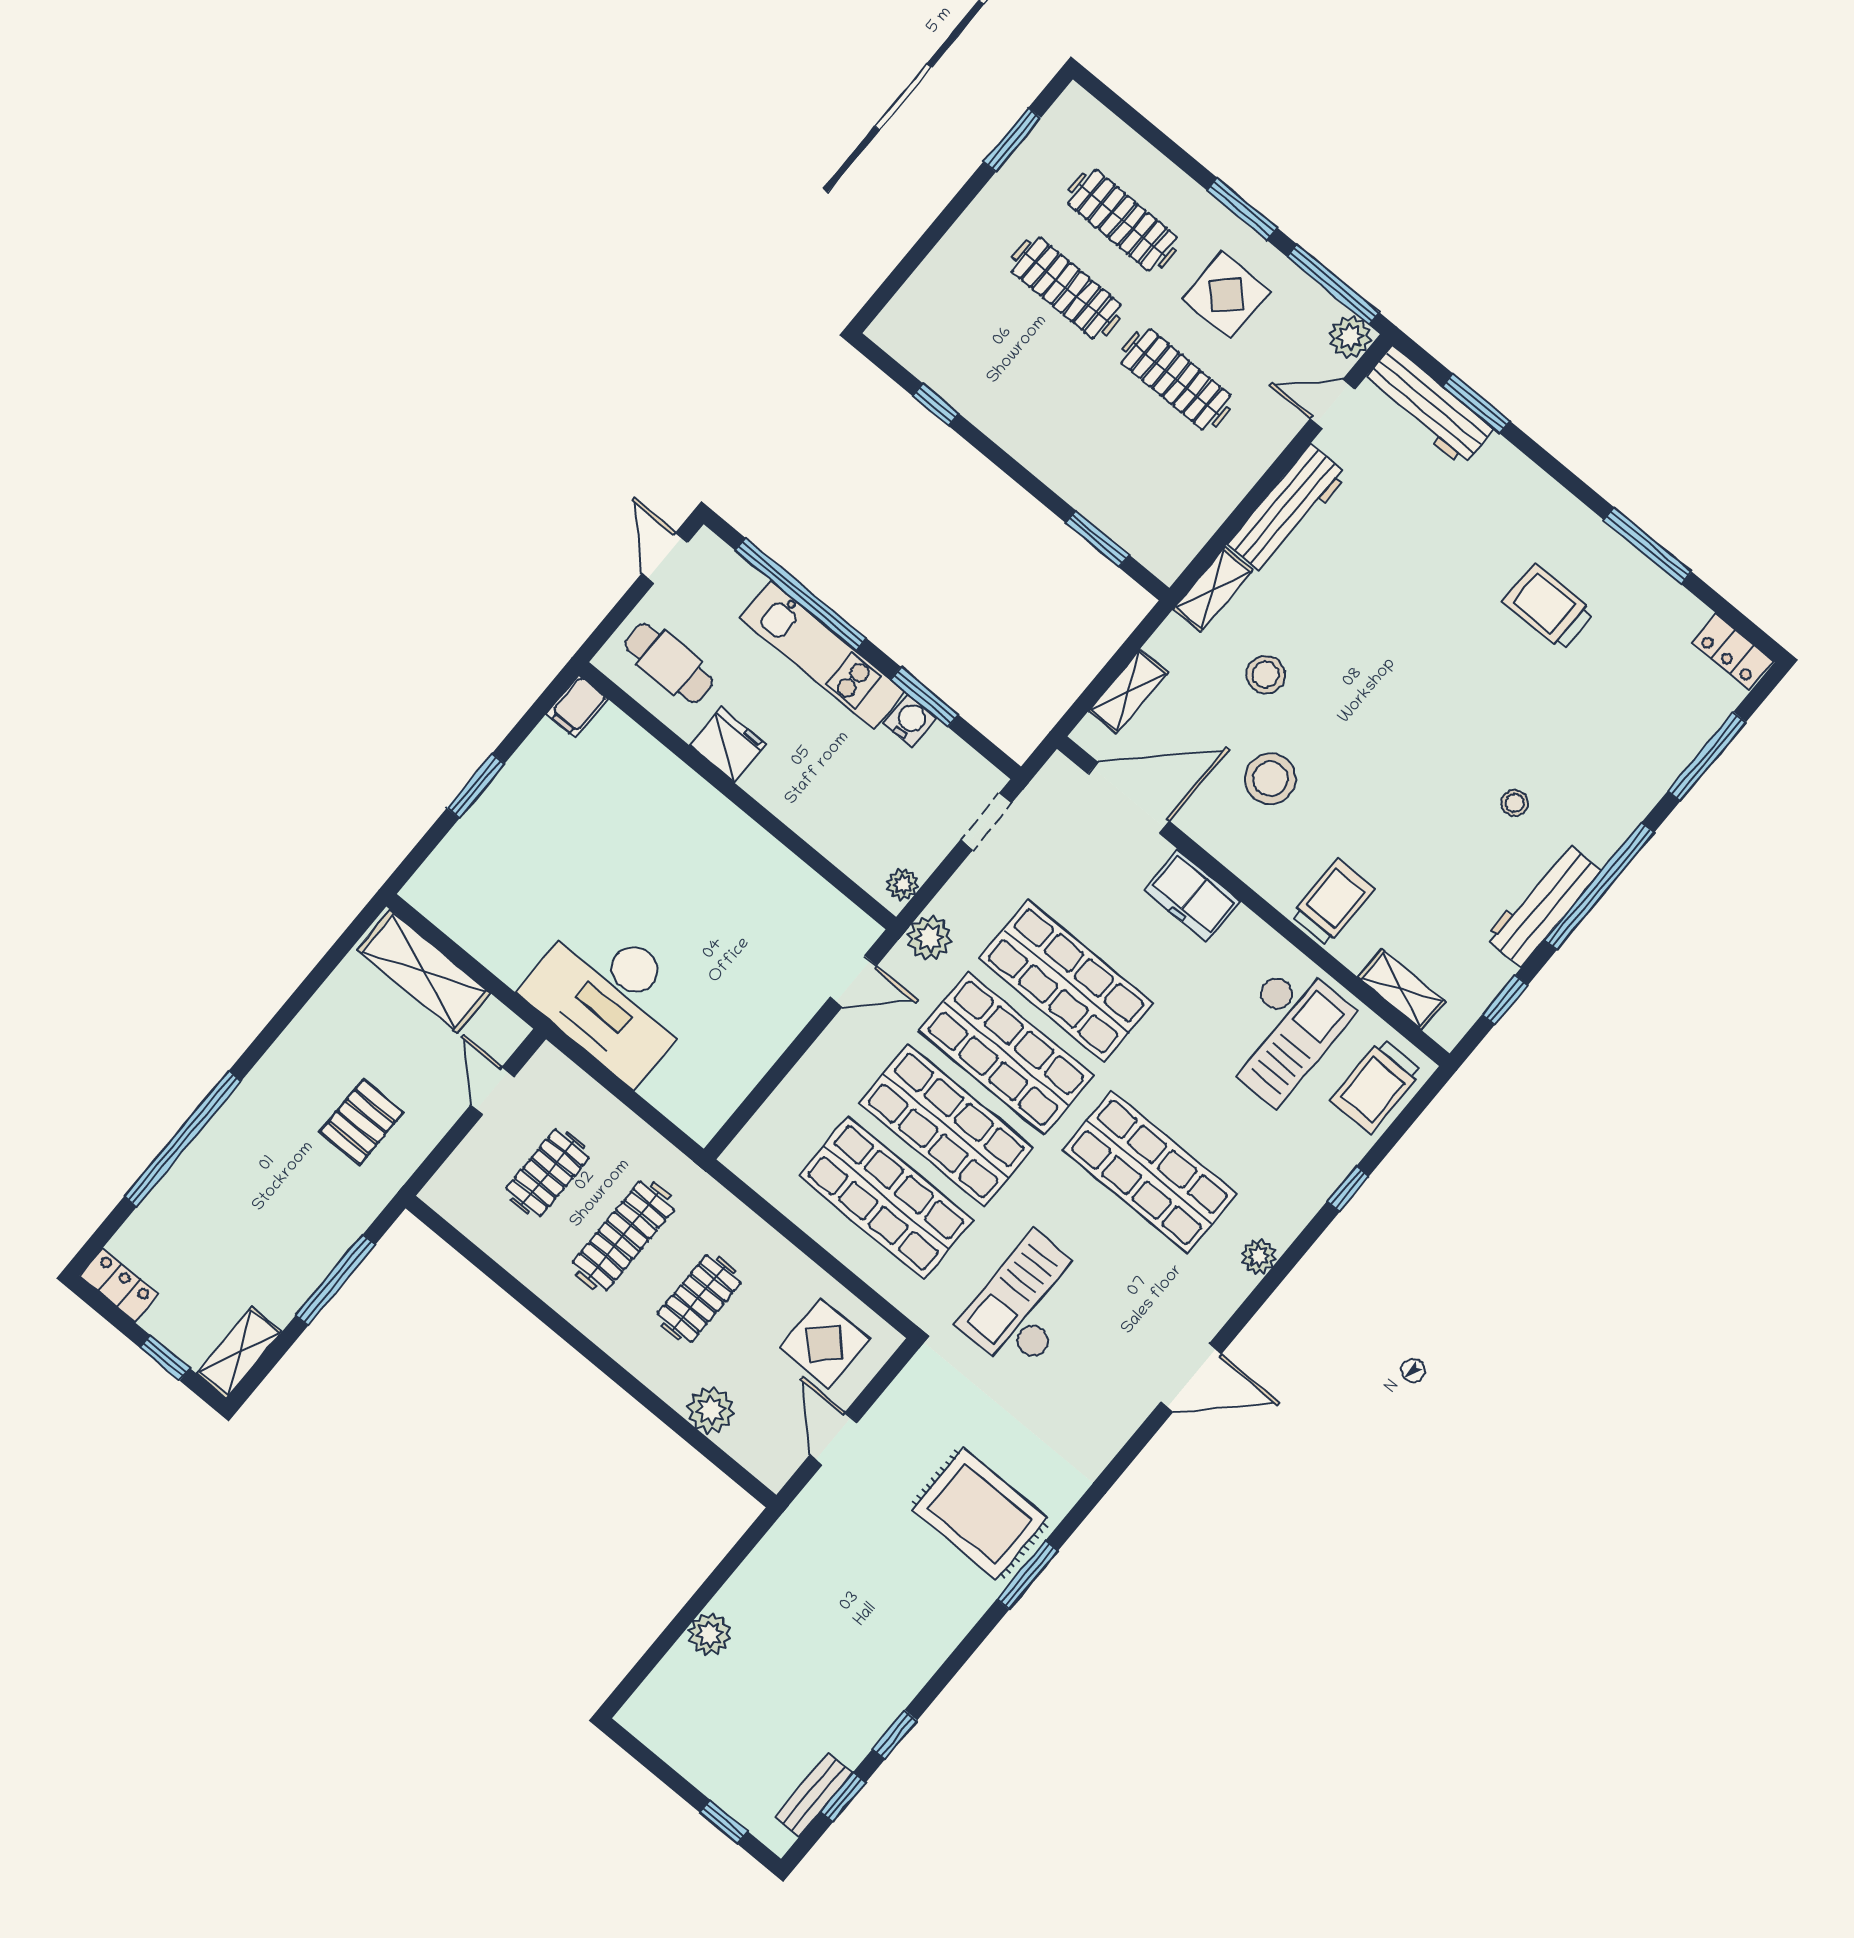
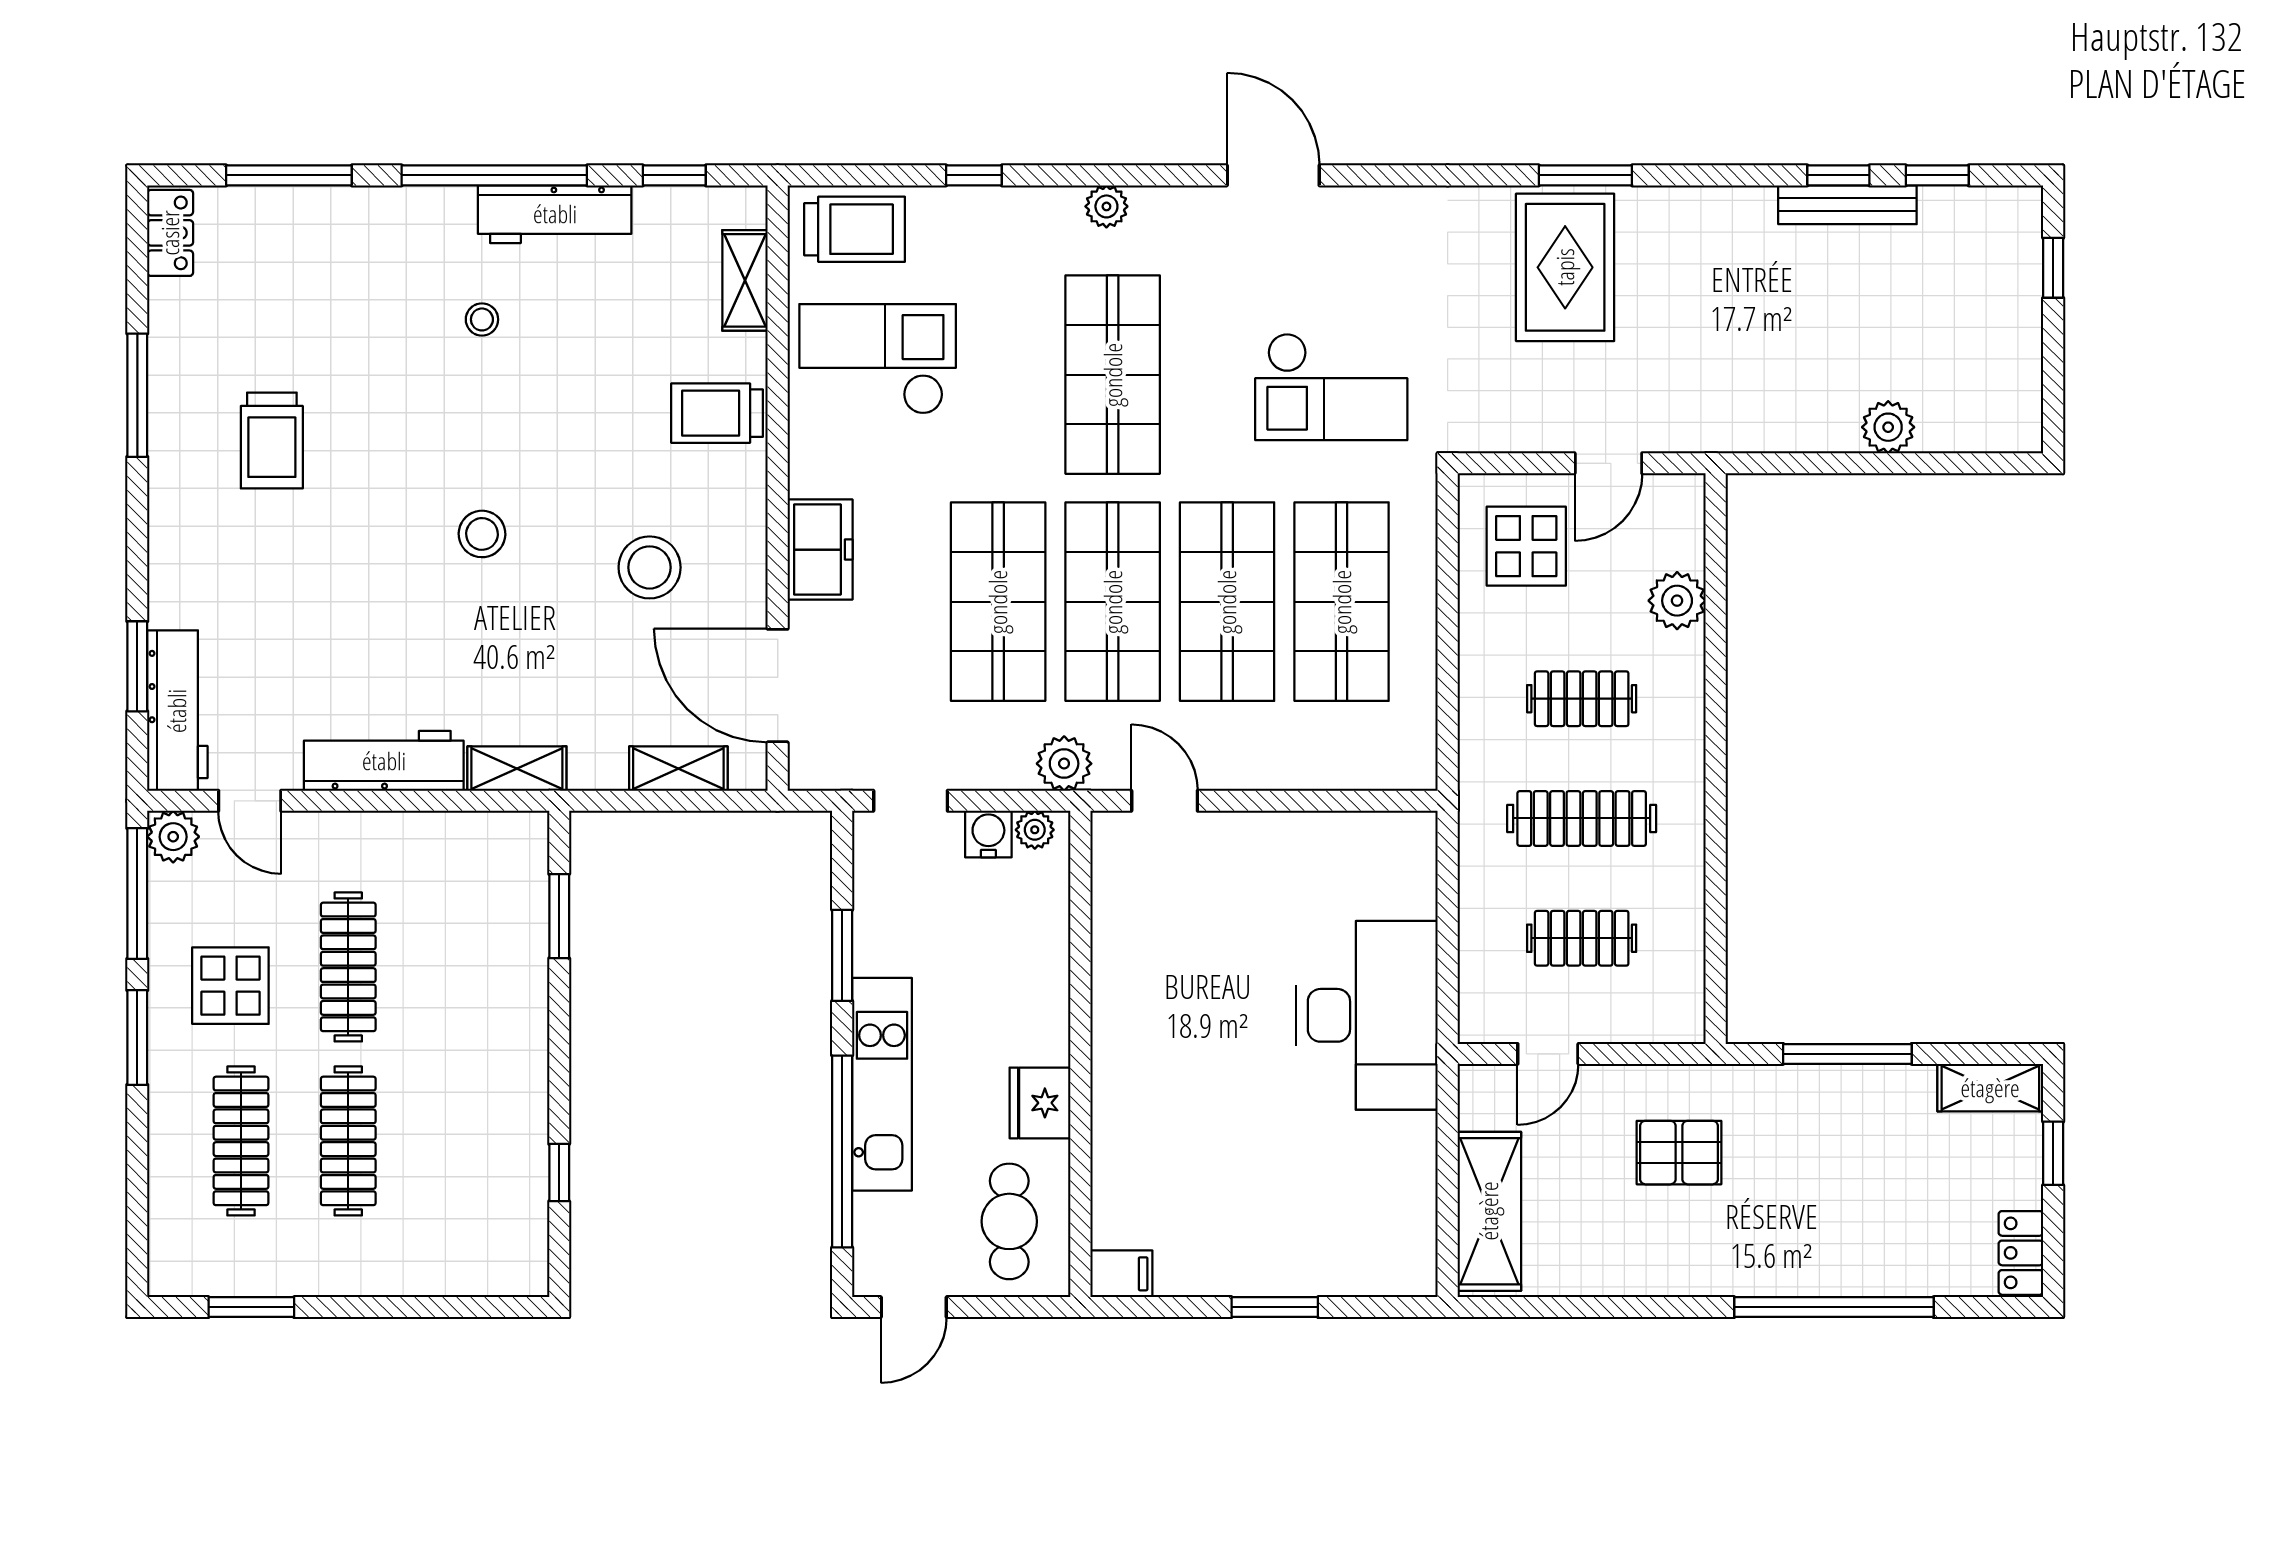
stool: (1266, 675) -> (482, 534), moved
water cooler: (910, 720) -> (988, 834), moved, turned 90
bench: (814, 1795) -> (1847, 205), moved, width x1.36

